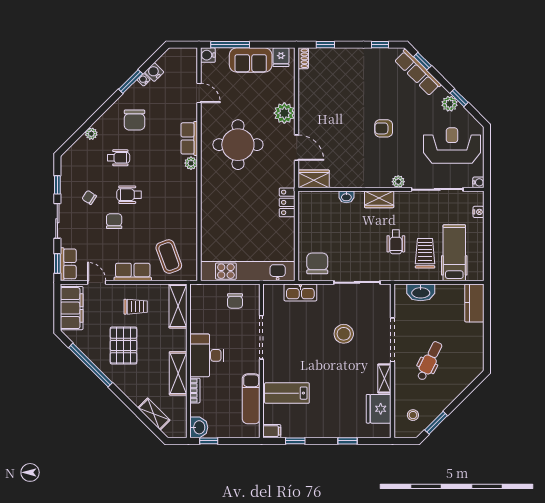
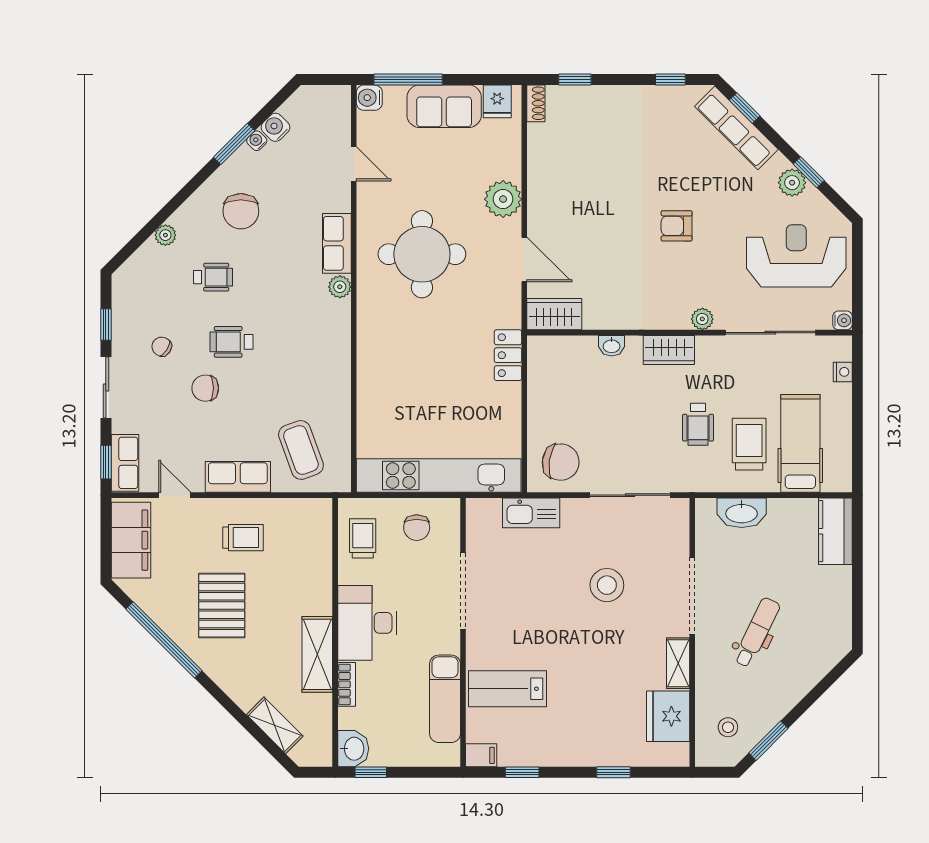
chair: (114, 221) -> (205, 388), turned -90
chair: (317, 263) -> (561, 462), turned 98
shelving: (178, 306) -> (317, 536), removed
trolley: (204, 307) -> (363, 538), added

